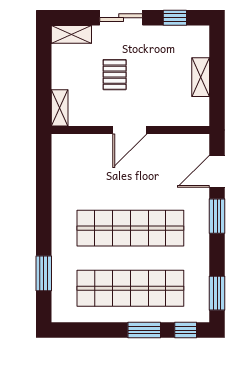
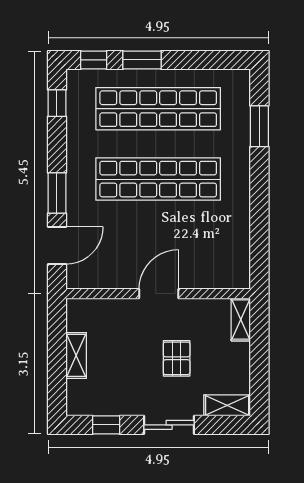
window: (217, 293) -> (57, 103), width x0.67

